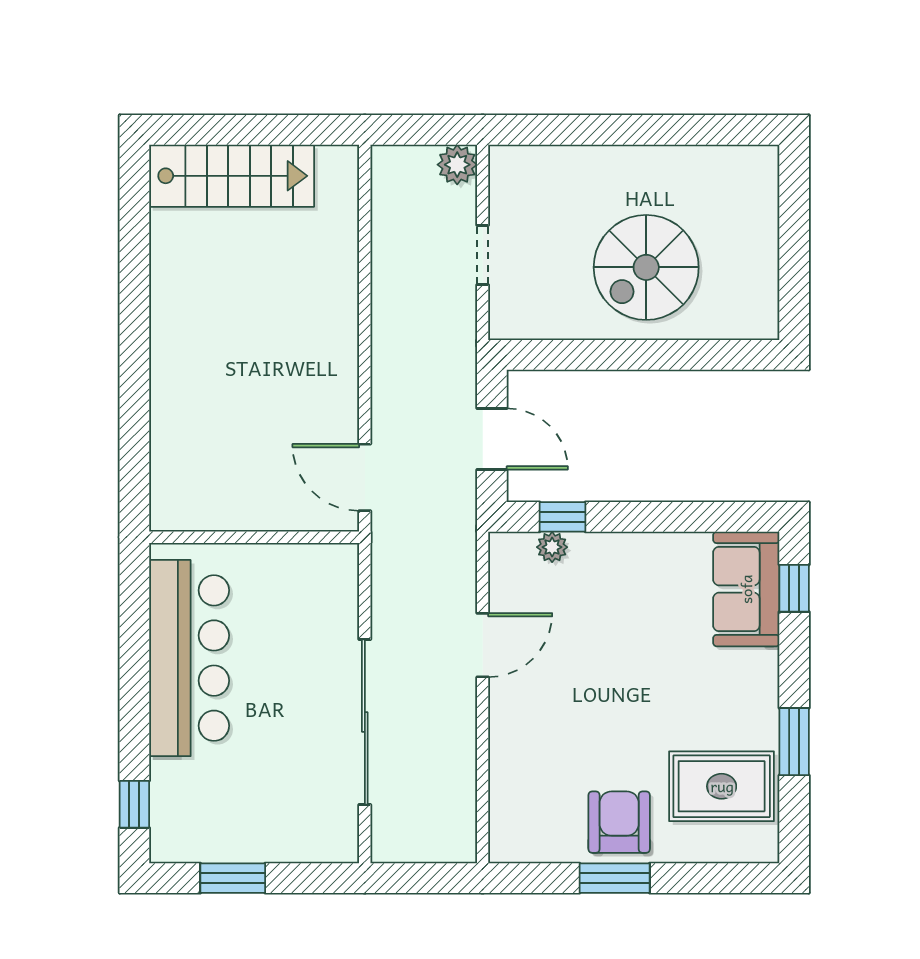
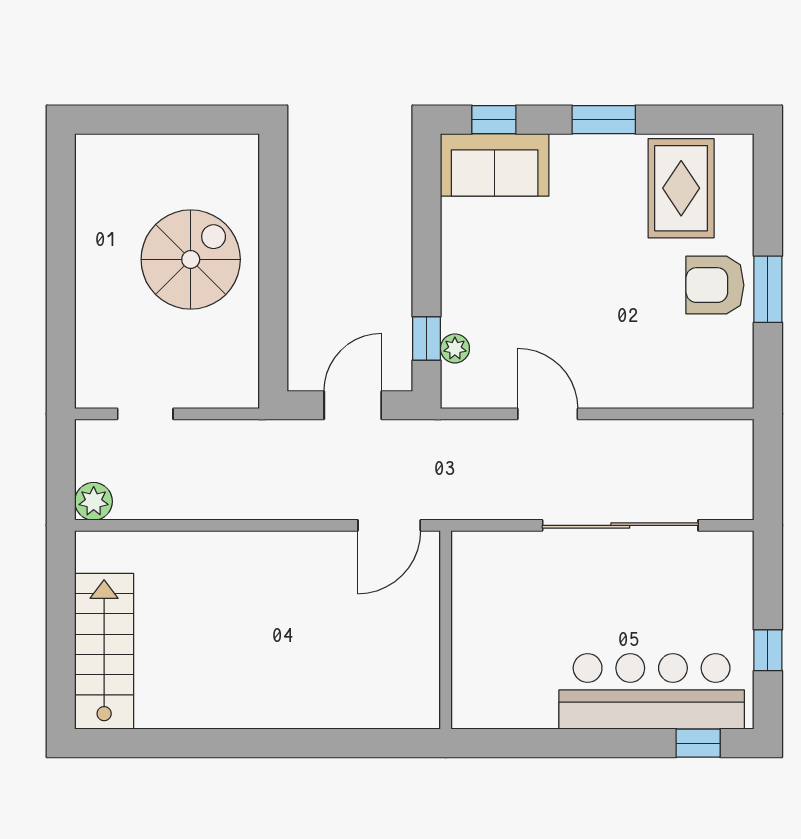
plant: (457, 165) -> (94, 501), moved
doorway: (483, 255) -> (145, 414), moved
spiral stairs: (646, 267) -> (191, 259), turned -90
bar counter: (189, 658) -> (652, 691), moved
window: (794, 742) -> (604, 120), moved
window: (233, 878) -> (768, 650), width x0.67

